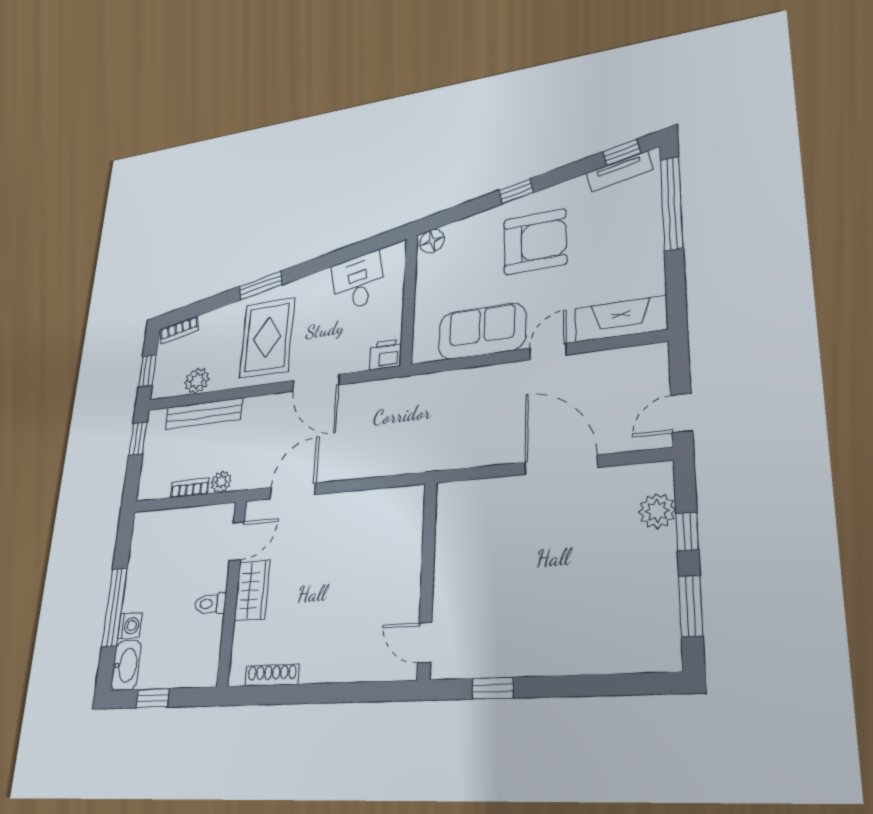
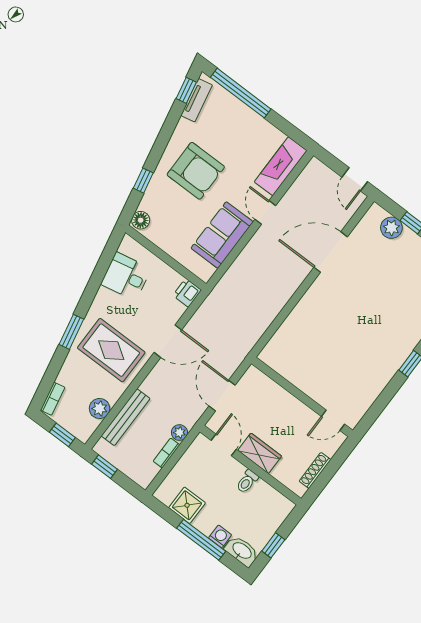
window: (516, 191) -> (143, 181), moved
armchair: (535, 242) -> (196, 171), turned 91
shower: (145, 559) -> (187, 505), added
wall: (427, 579) -> (302, 397), moved
door: (425, 643) -> (333, 420), moved

